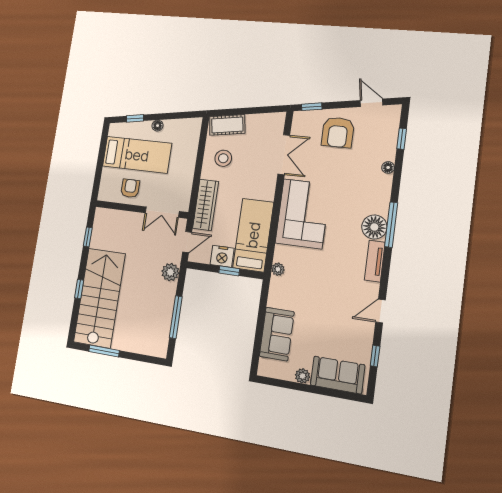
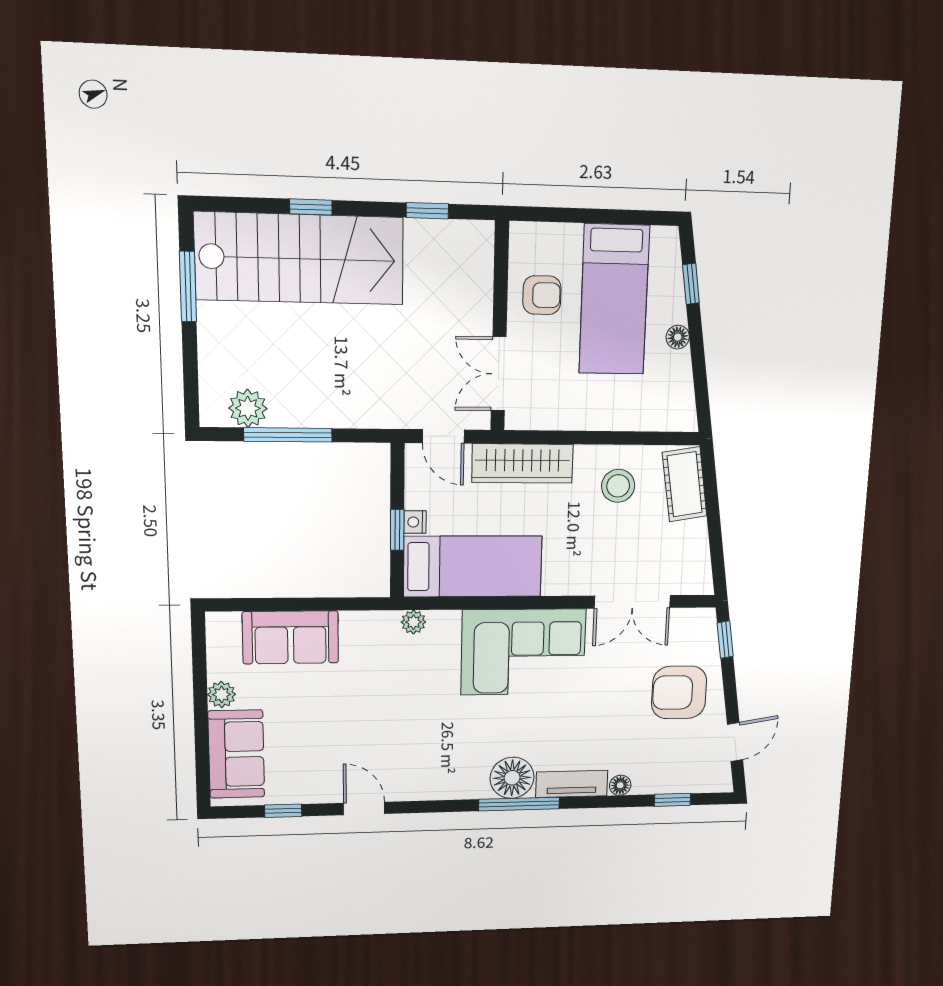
nightstand: (222, 256) -> (415, 522), width x0.53, depth x0.56
tv unit: (375, 261) -> (572, 784), moved
plant: (170, 272) -> (248, 408), moved

